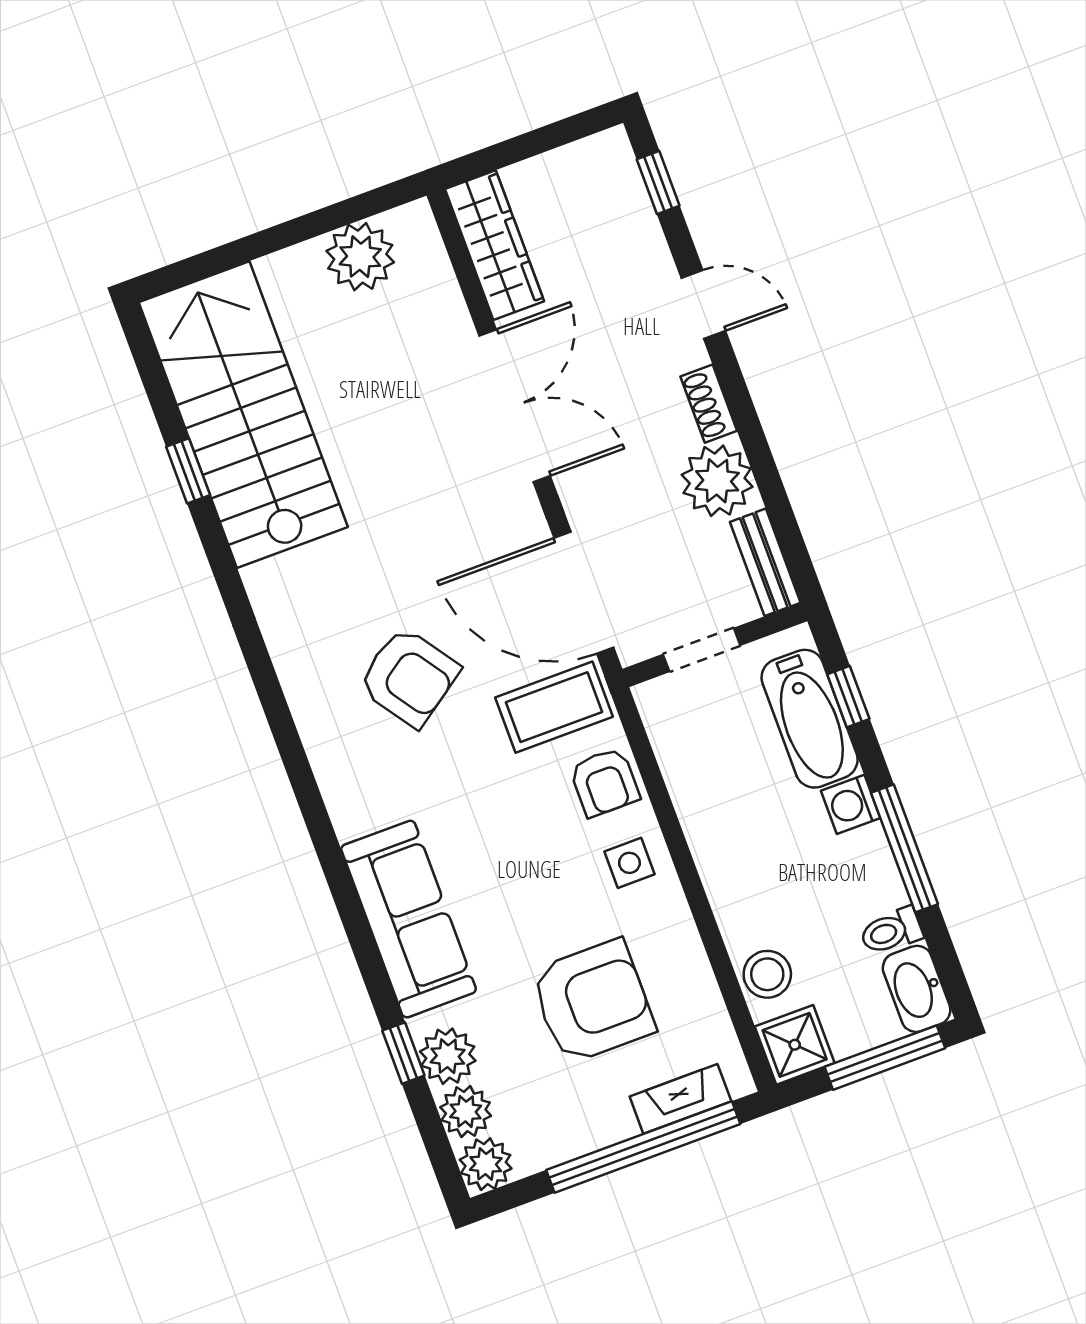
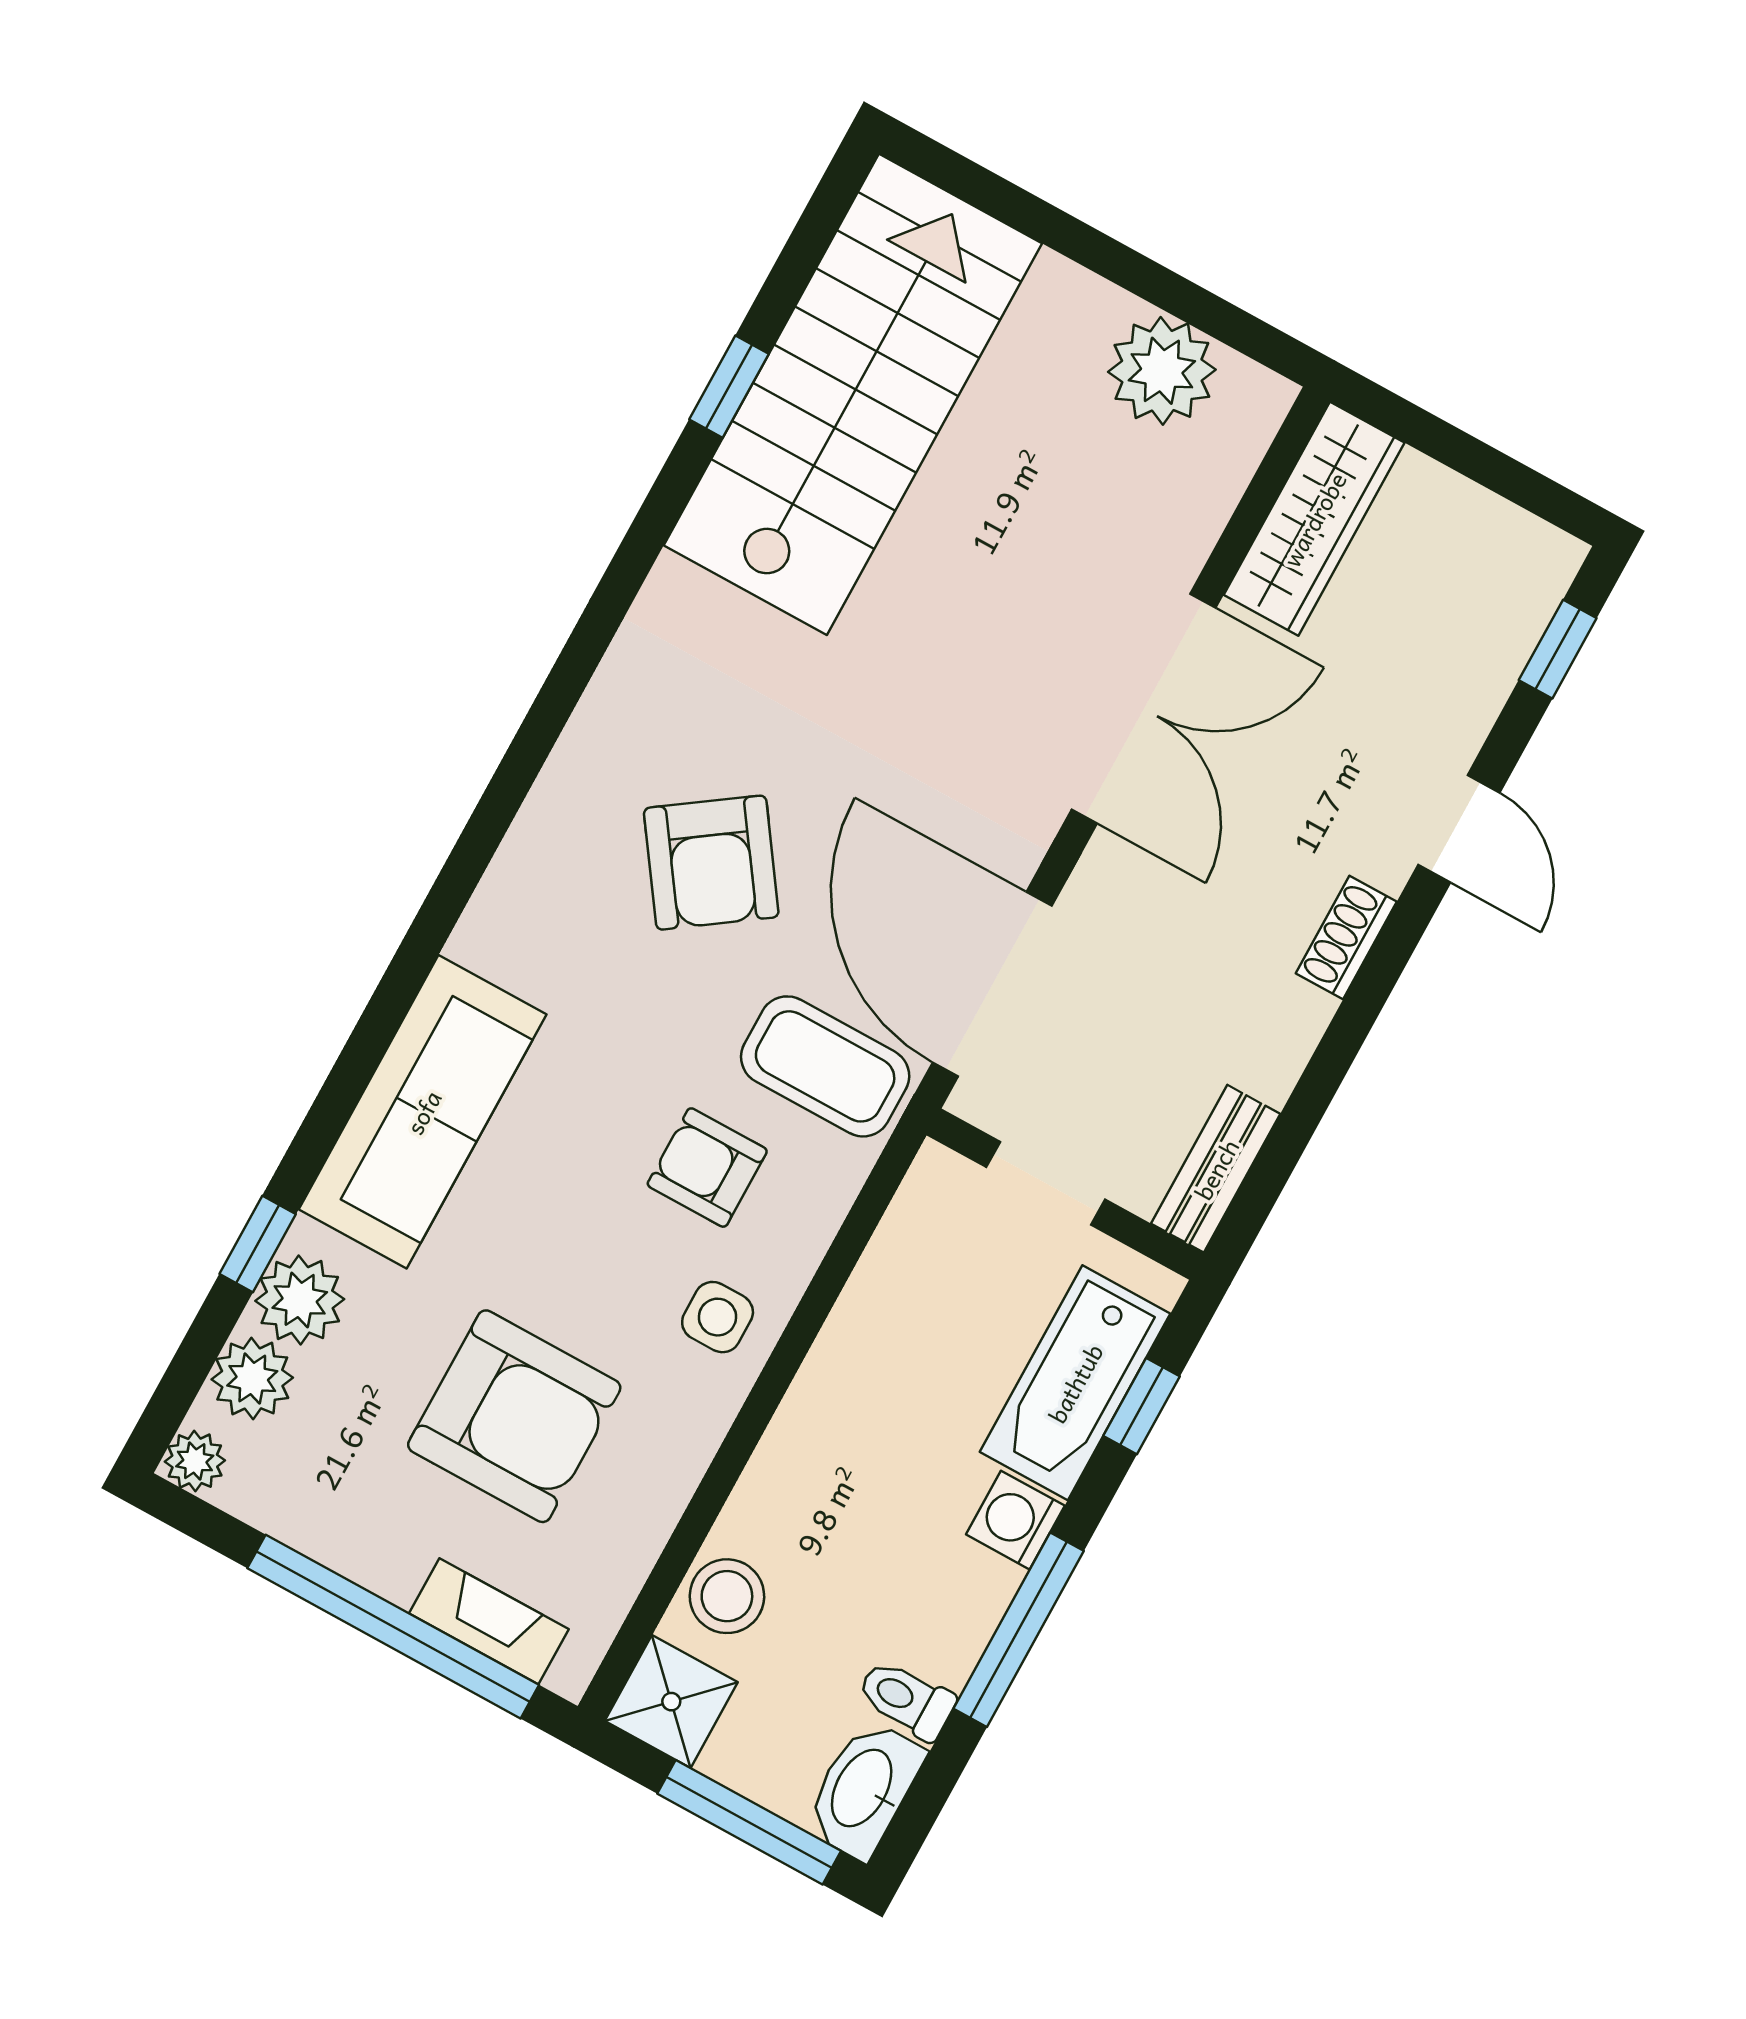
plant: (717, 481) -> (1263, 1027), removed
armchair: (605, 782) -> (707, 1168), moved, turned 90
plant: (486, 1164) -> (195, 1461), width x0.73, depth x0.73

